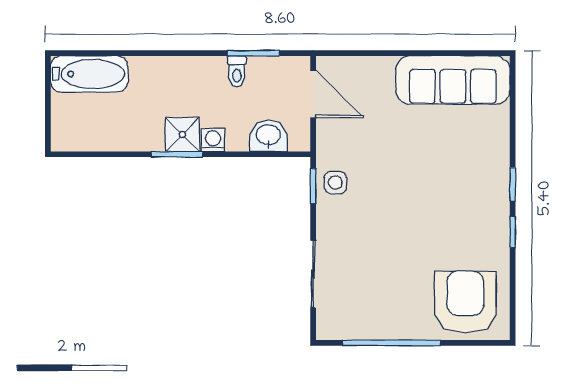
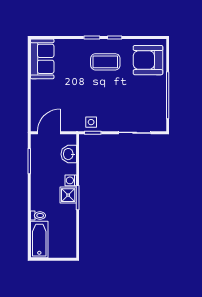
toilet: (237, 71) -> (38, 216), moved
sofa: (453, 80) -> (42, 59), width x0.73
coffee table: (462, 212) -> (105, 62), added

